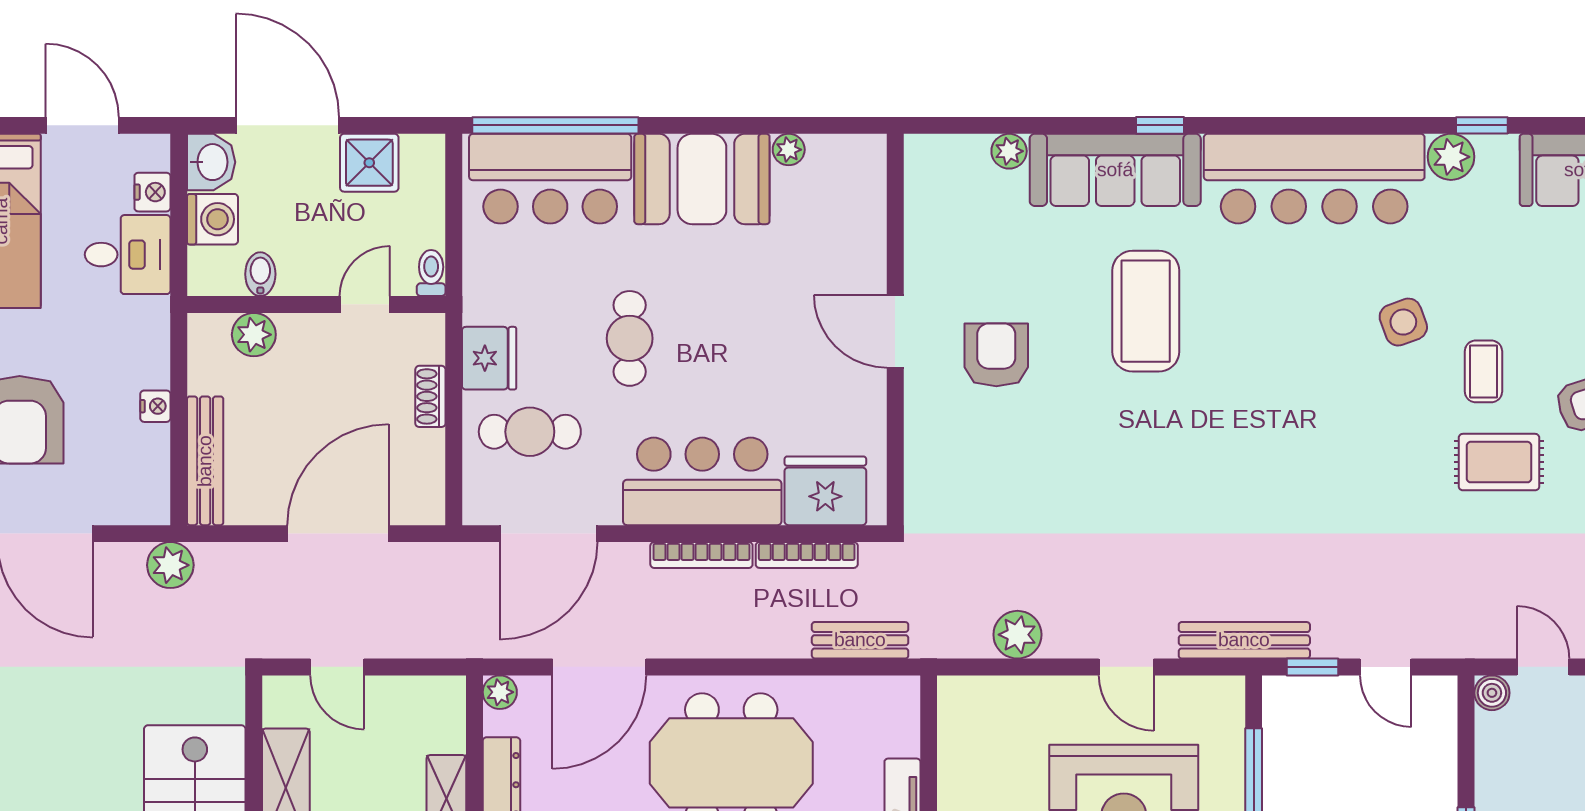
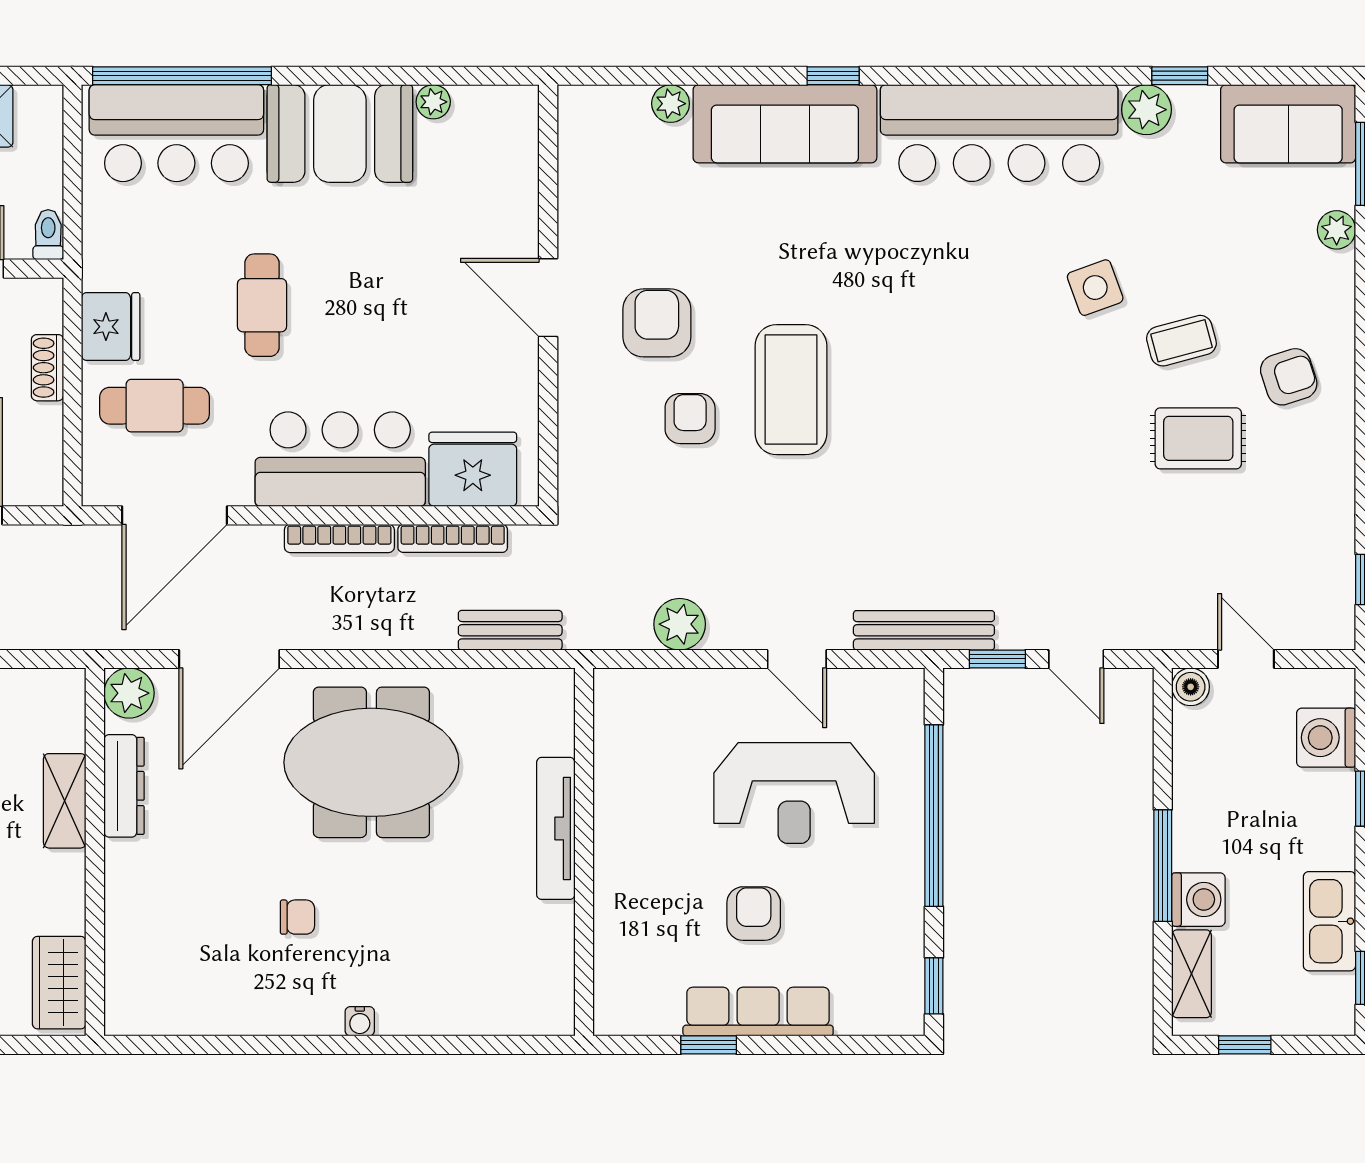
coffee table: (1146, 311) -> (791, 390), moved
coffee table: (1483, 371) -> (1181, 341), turned 75
armchair: (1027, 444) -> (690, 419), added
plant: (500, 692) -> (129, 693), width x1.38, depth x1.38

